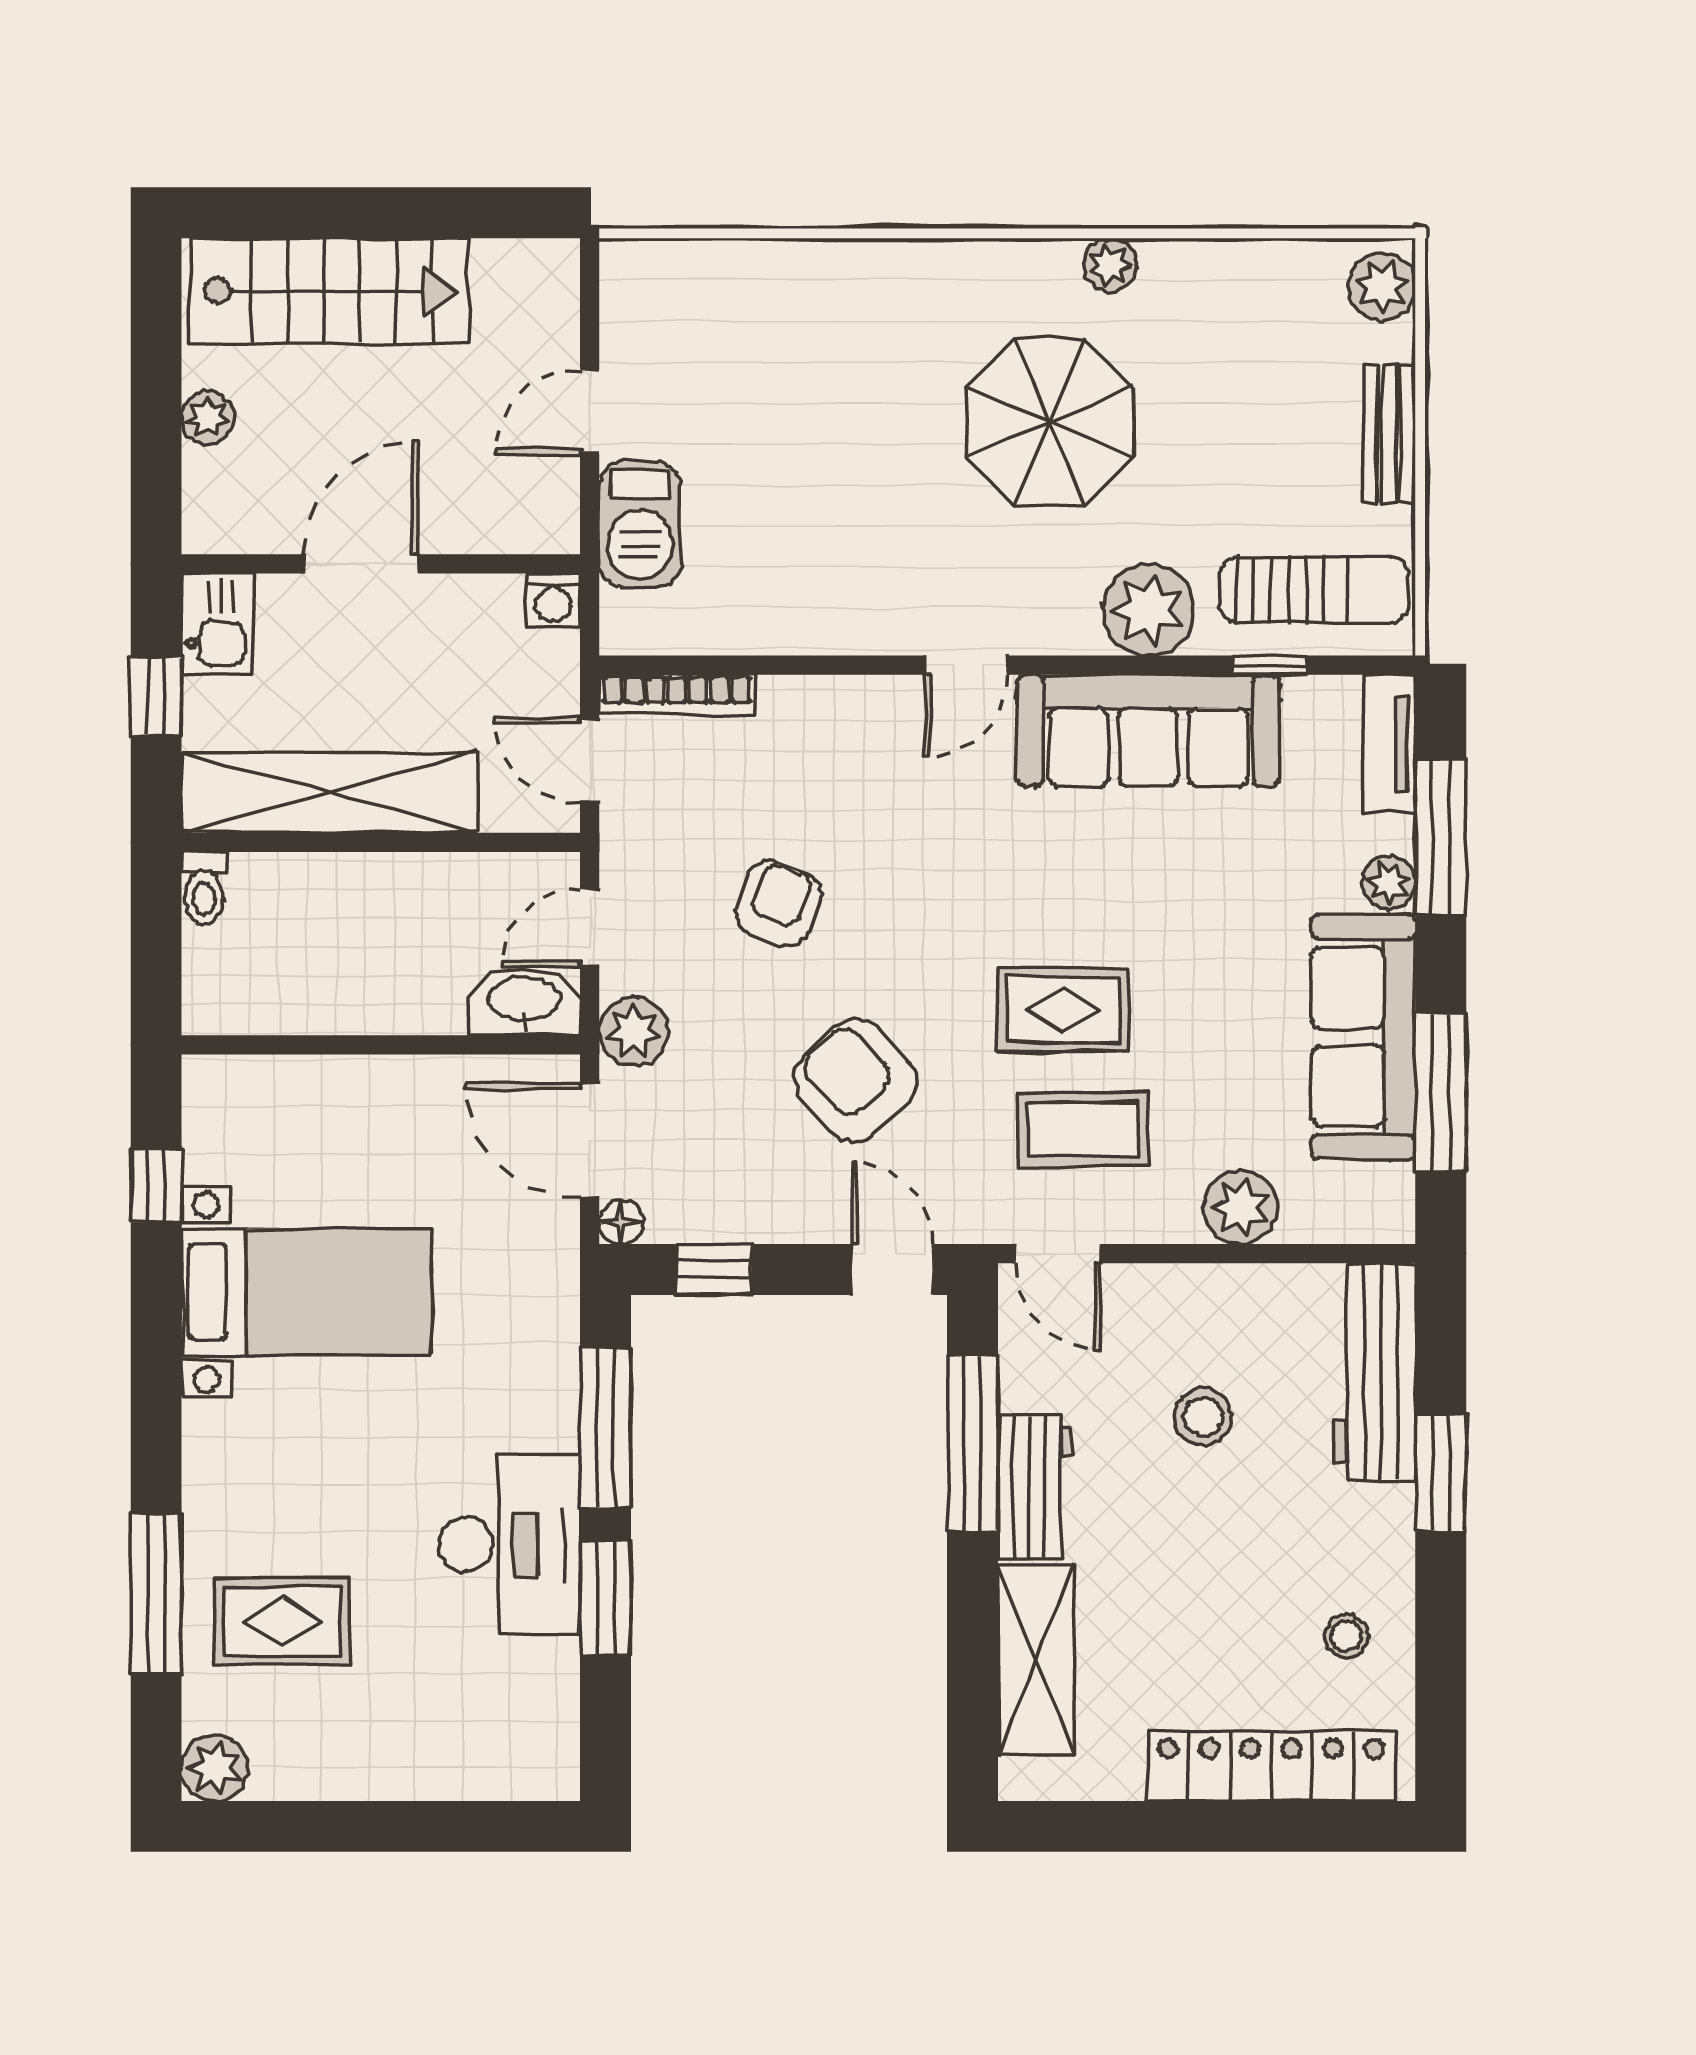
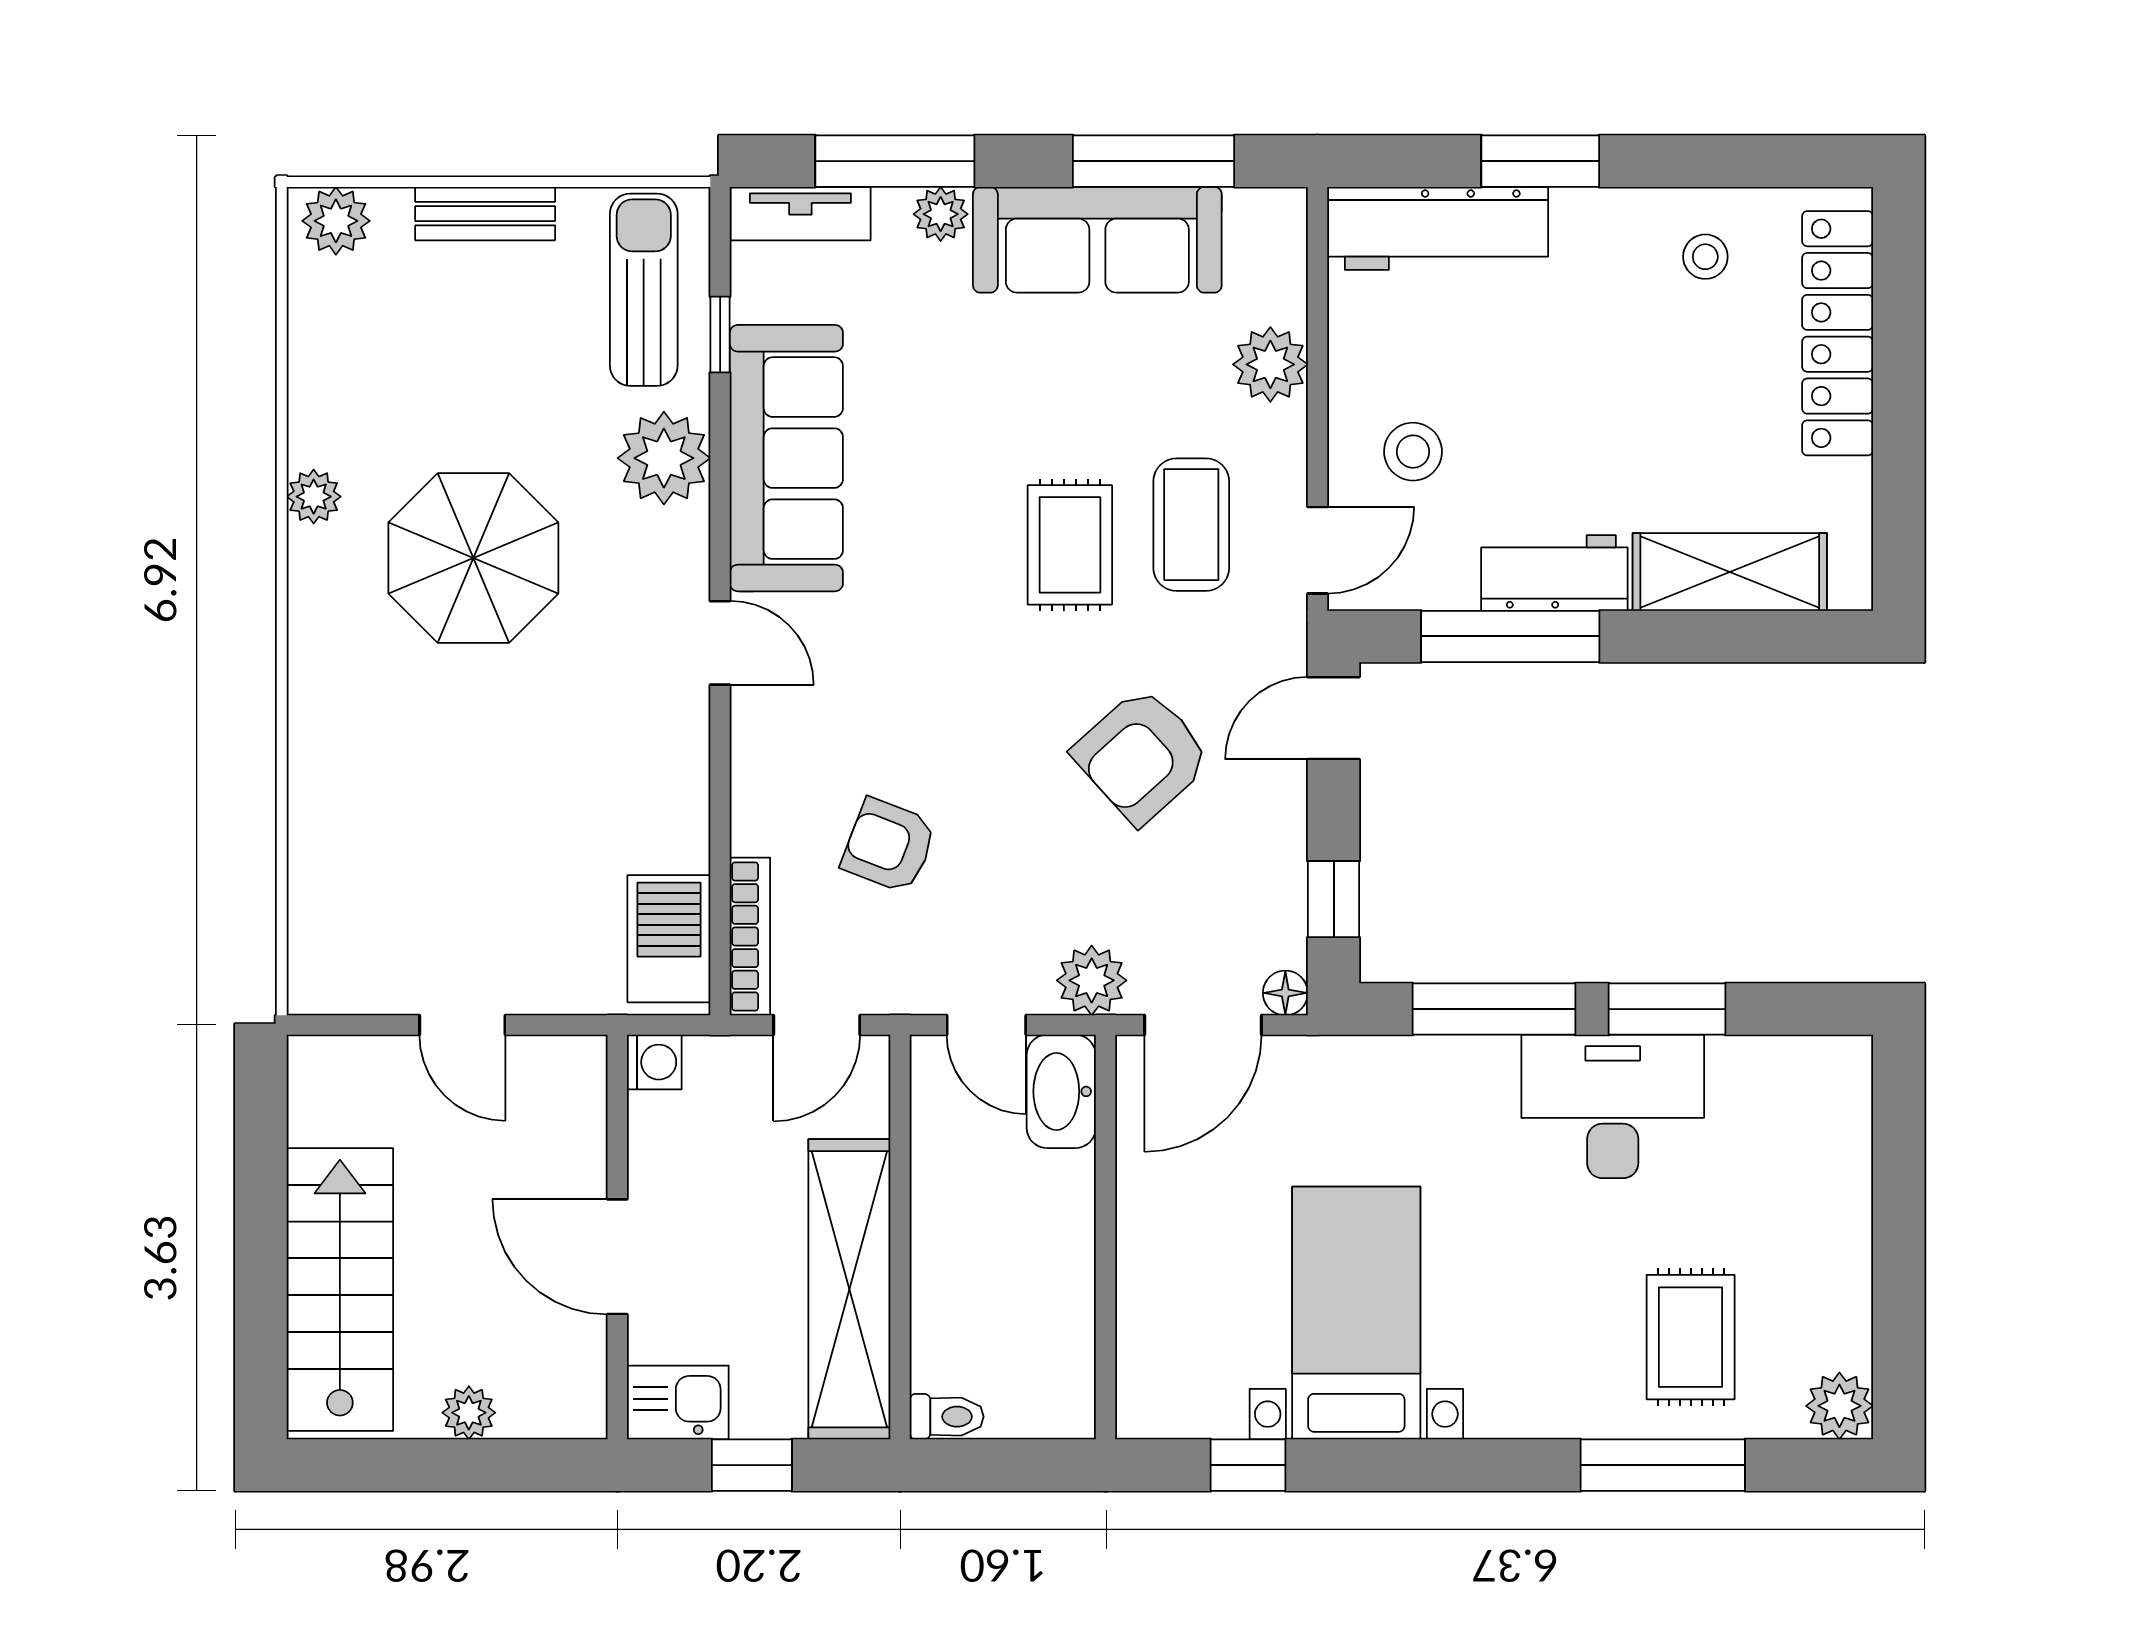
barbecue: (640, 524) -> (669, 939), moved, turned -90
armchair: (778, 903) -> (889, 846), moved
stool: (1203, 1417) -> (1413, 452), moved

